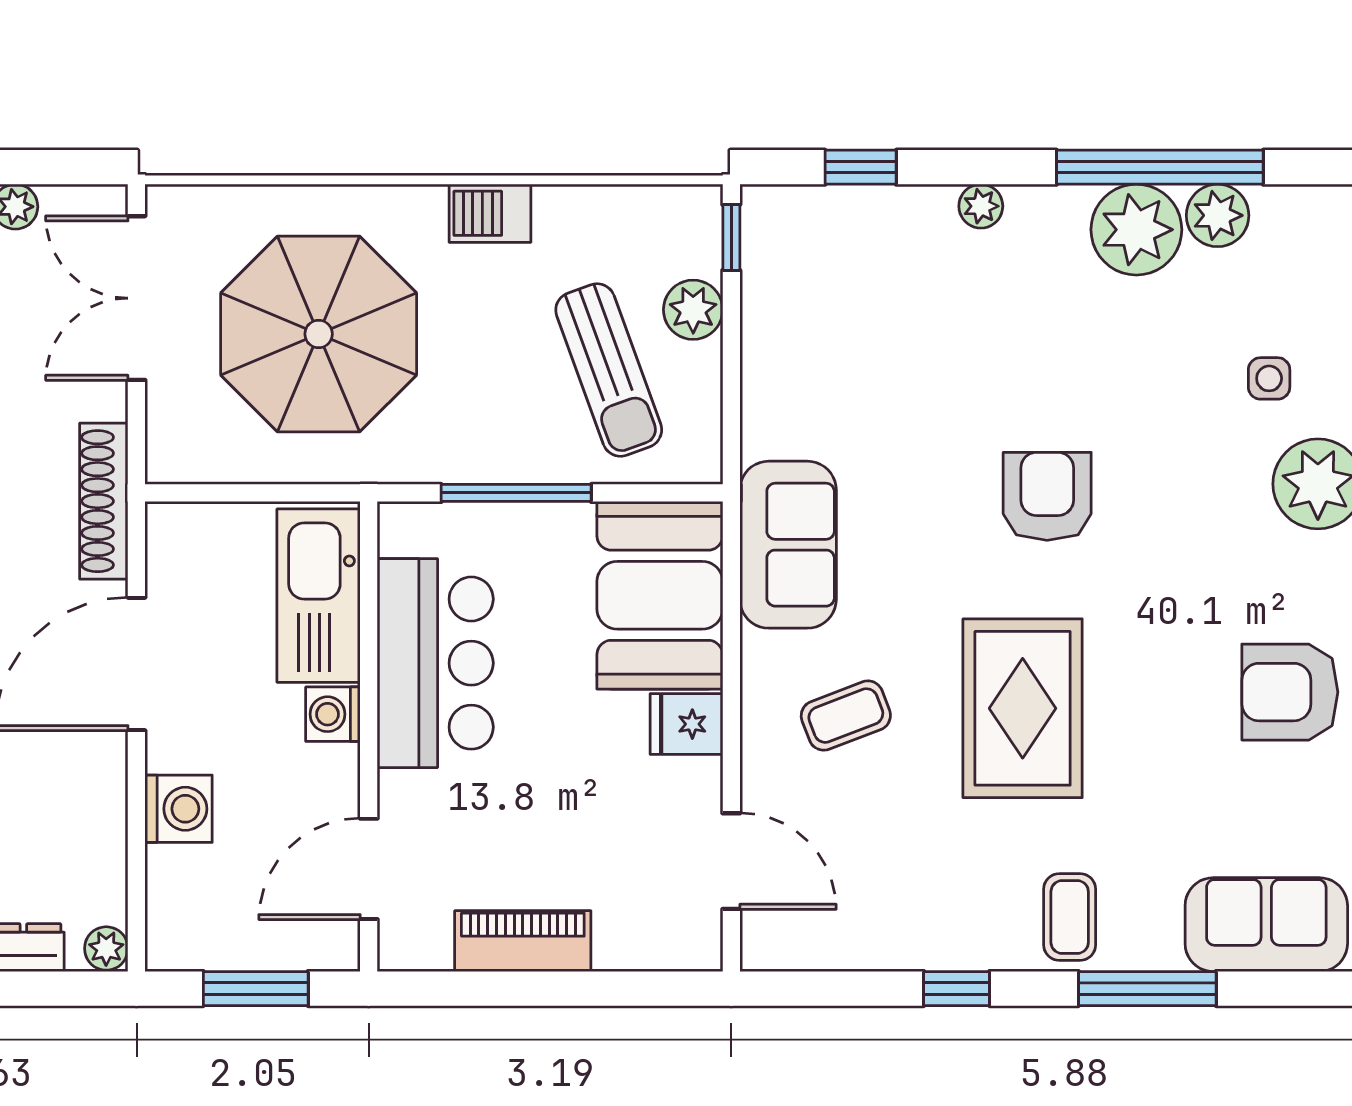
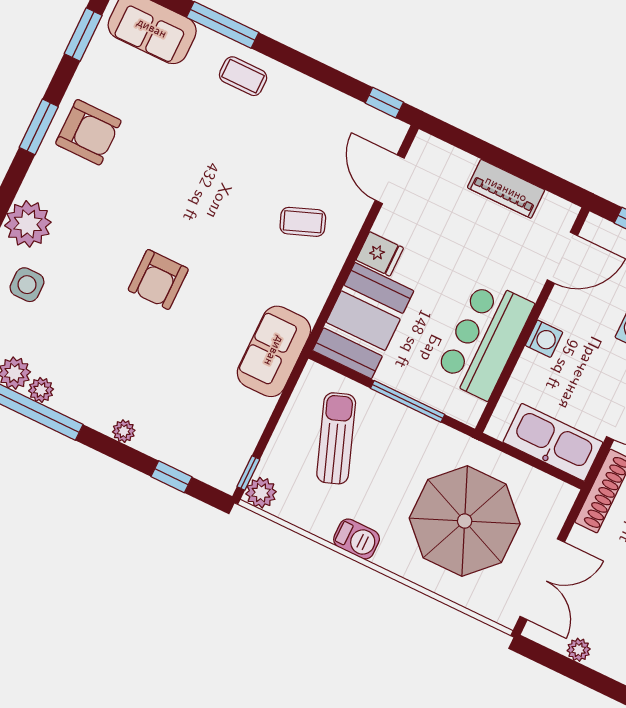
plant: (1136, 230) -> (41, 390), width x0.53, depth x0.53
plant: (693, 310) -> (261, 493), moved
side table: (1269, 378) -> (27, 285), width x1.37, depth x1.37
sofa: (788, 545) -> (274, 351), moved
kitchen sink: (319, 596) -> (553, 442), moved, turned -90
rug: (1023, 708) -> (218, 185), removed
coffee table: (1070, 917) -> (243, 76), turned 90
window: (957, 989) -> (384, 103), moved

